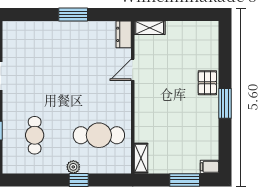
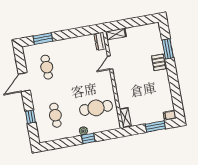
window: (73, 15) -> (43, 39), moved
cafe table: (35, 59) -> (47, 67), added
window: (225, 103) -> (168, 49), moved

